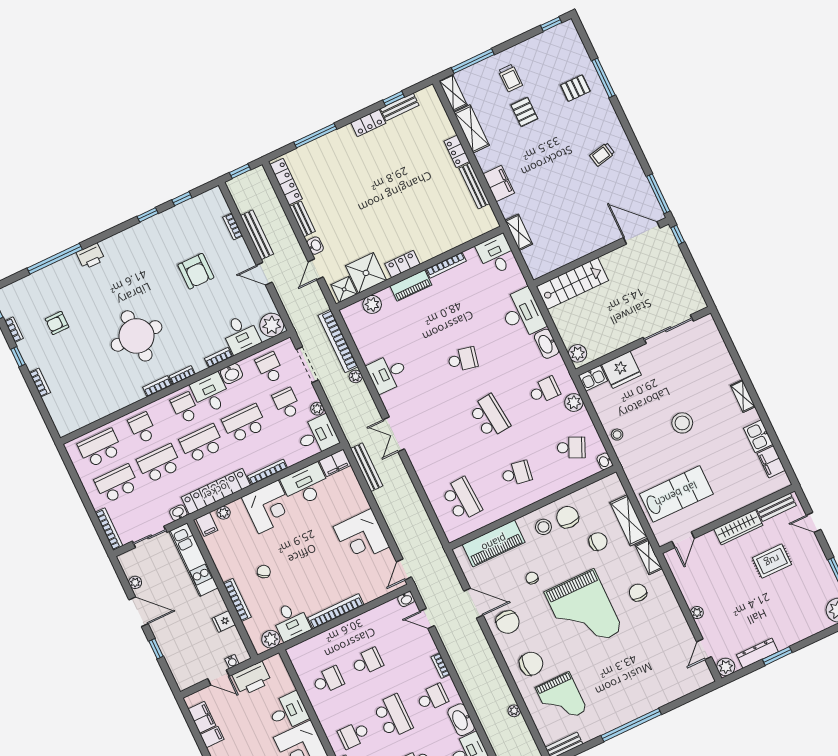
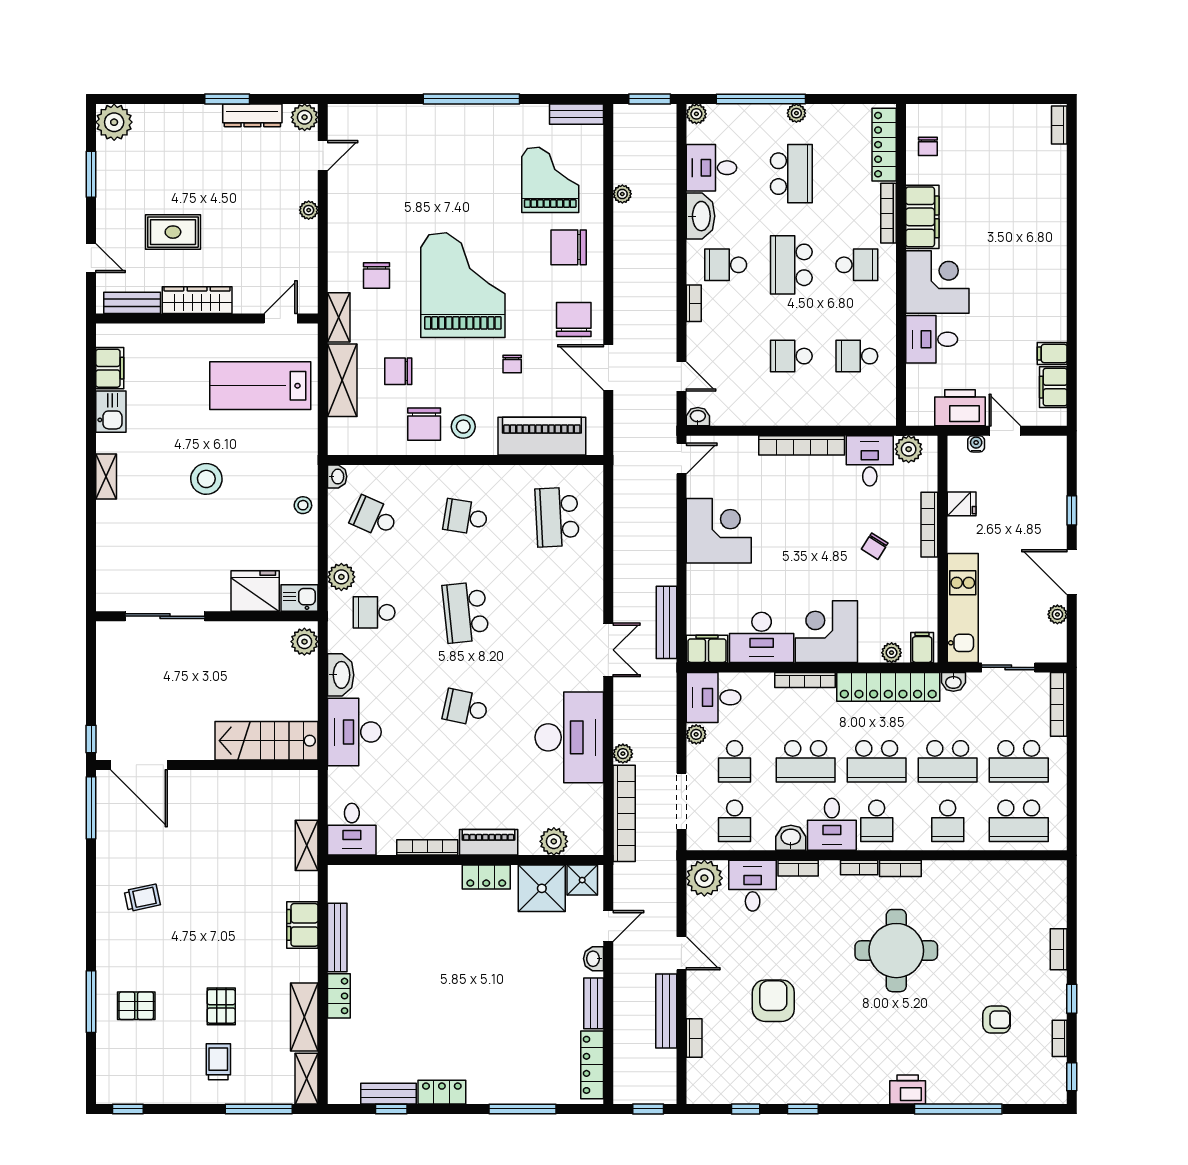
desk: (388, 373) -> (569, 737), width x1.87, depth x1.30

